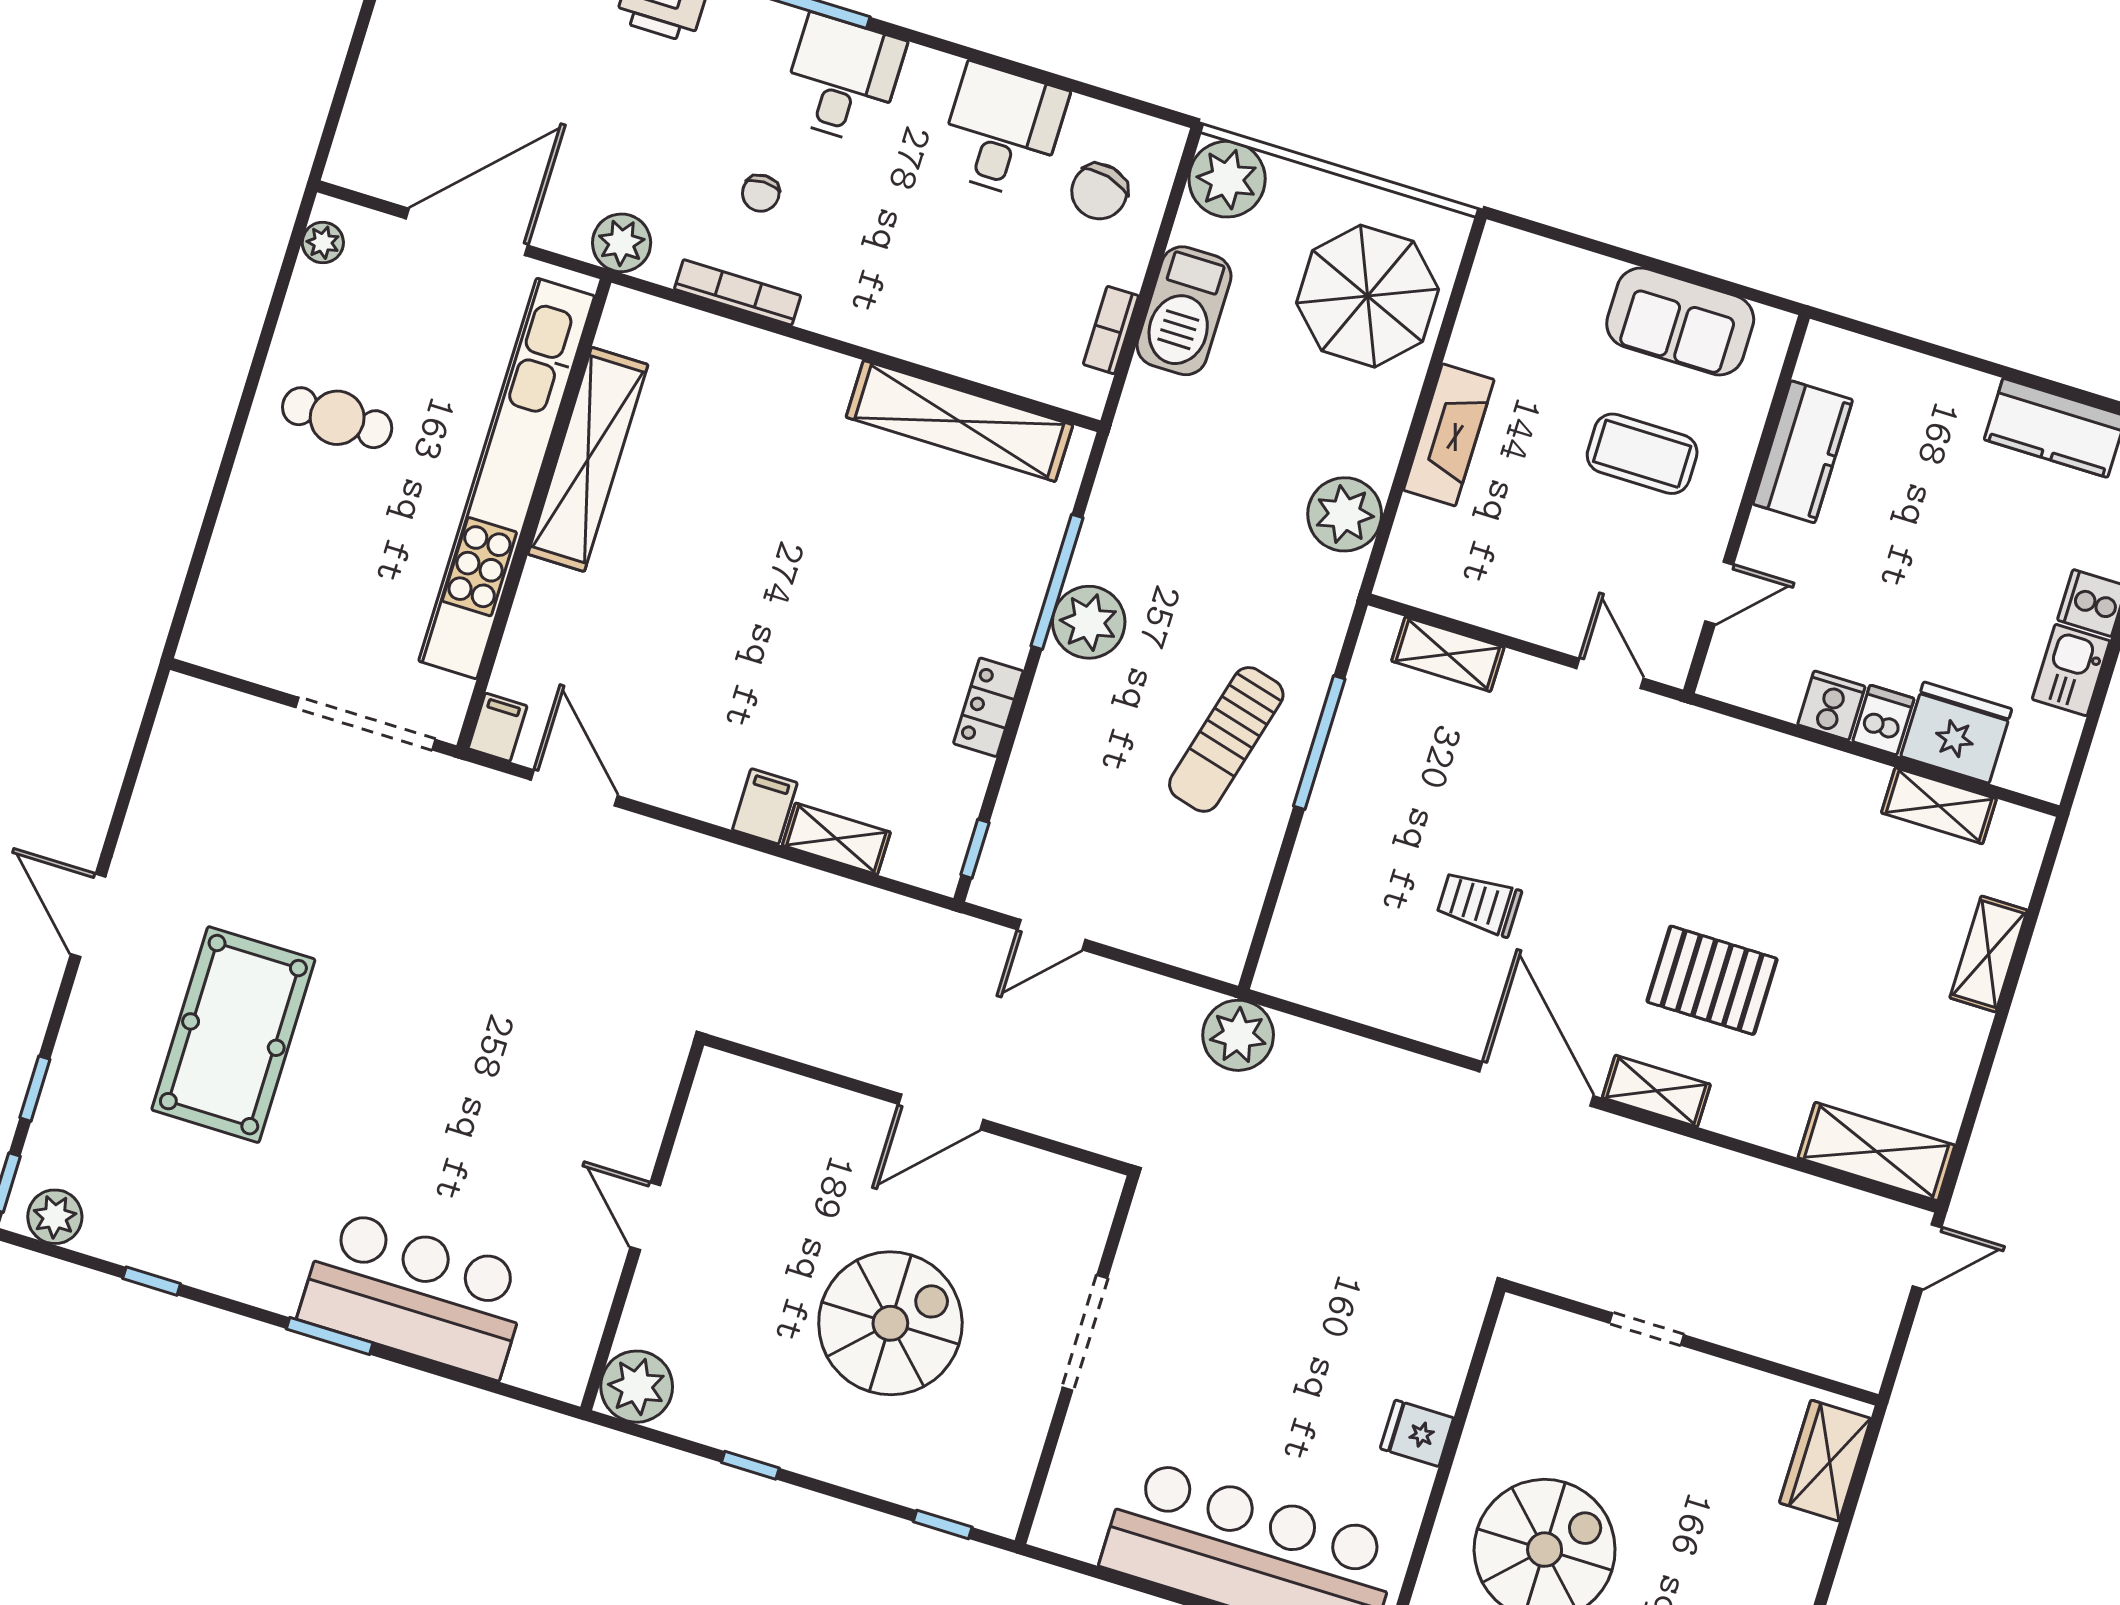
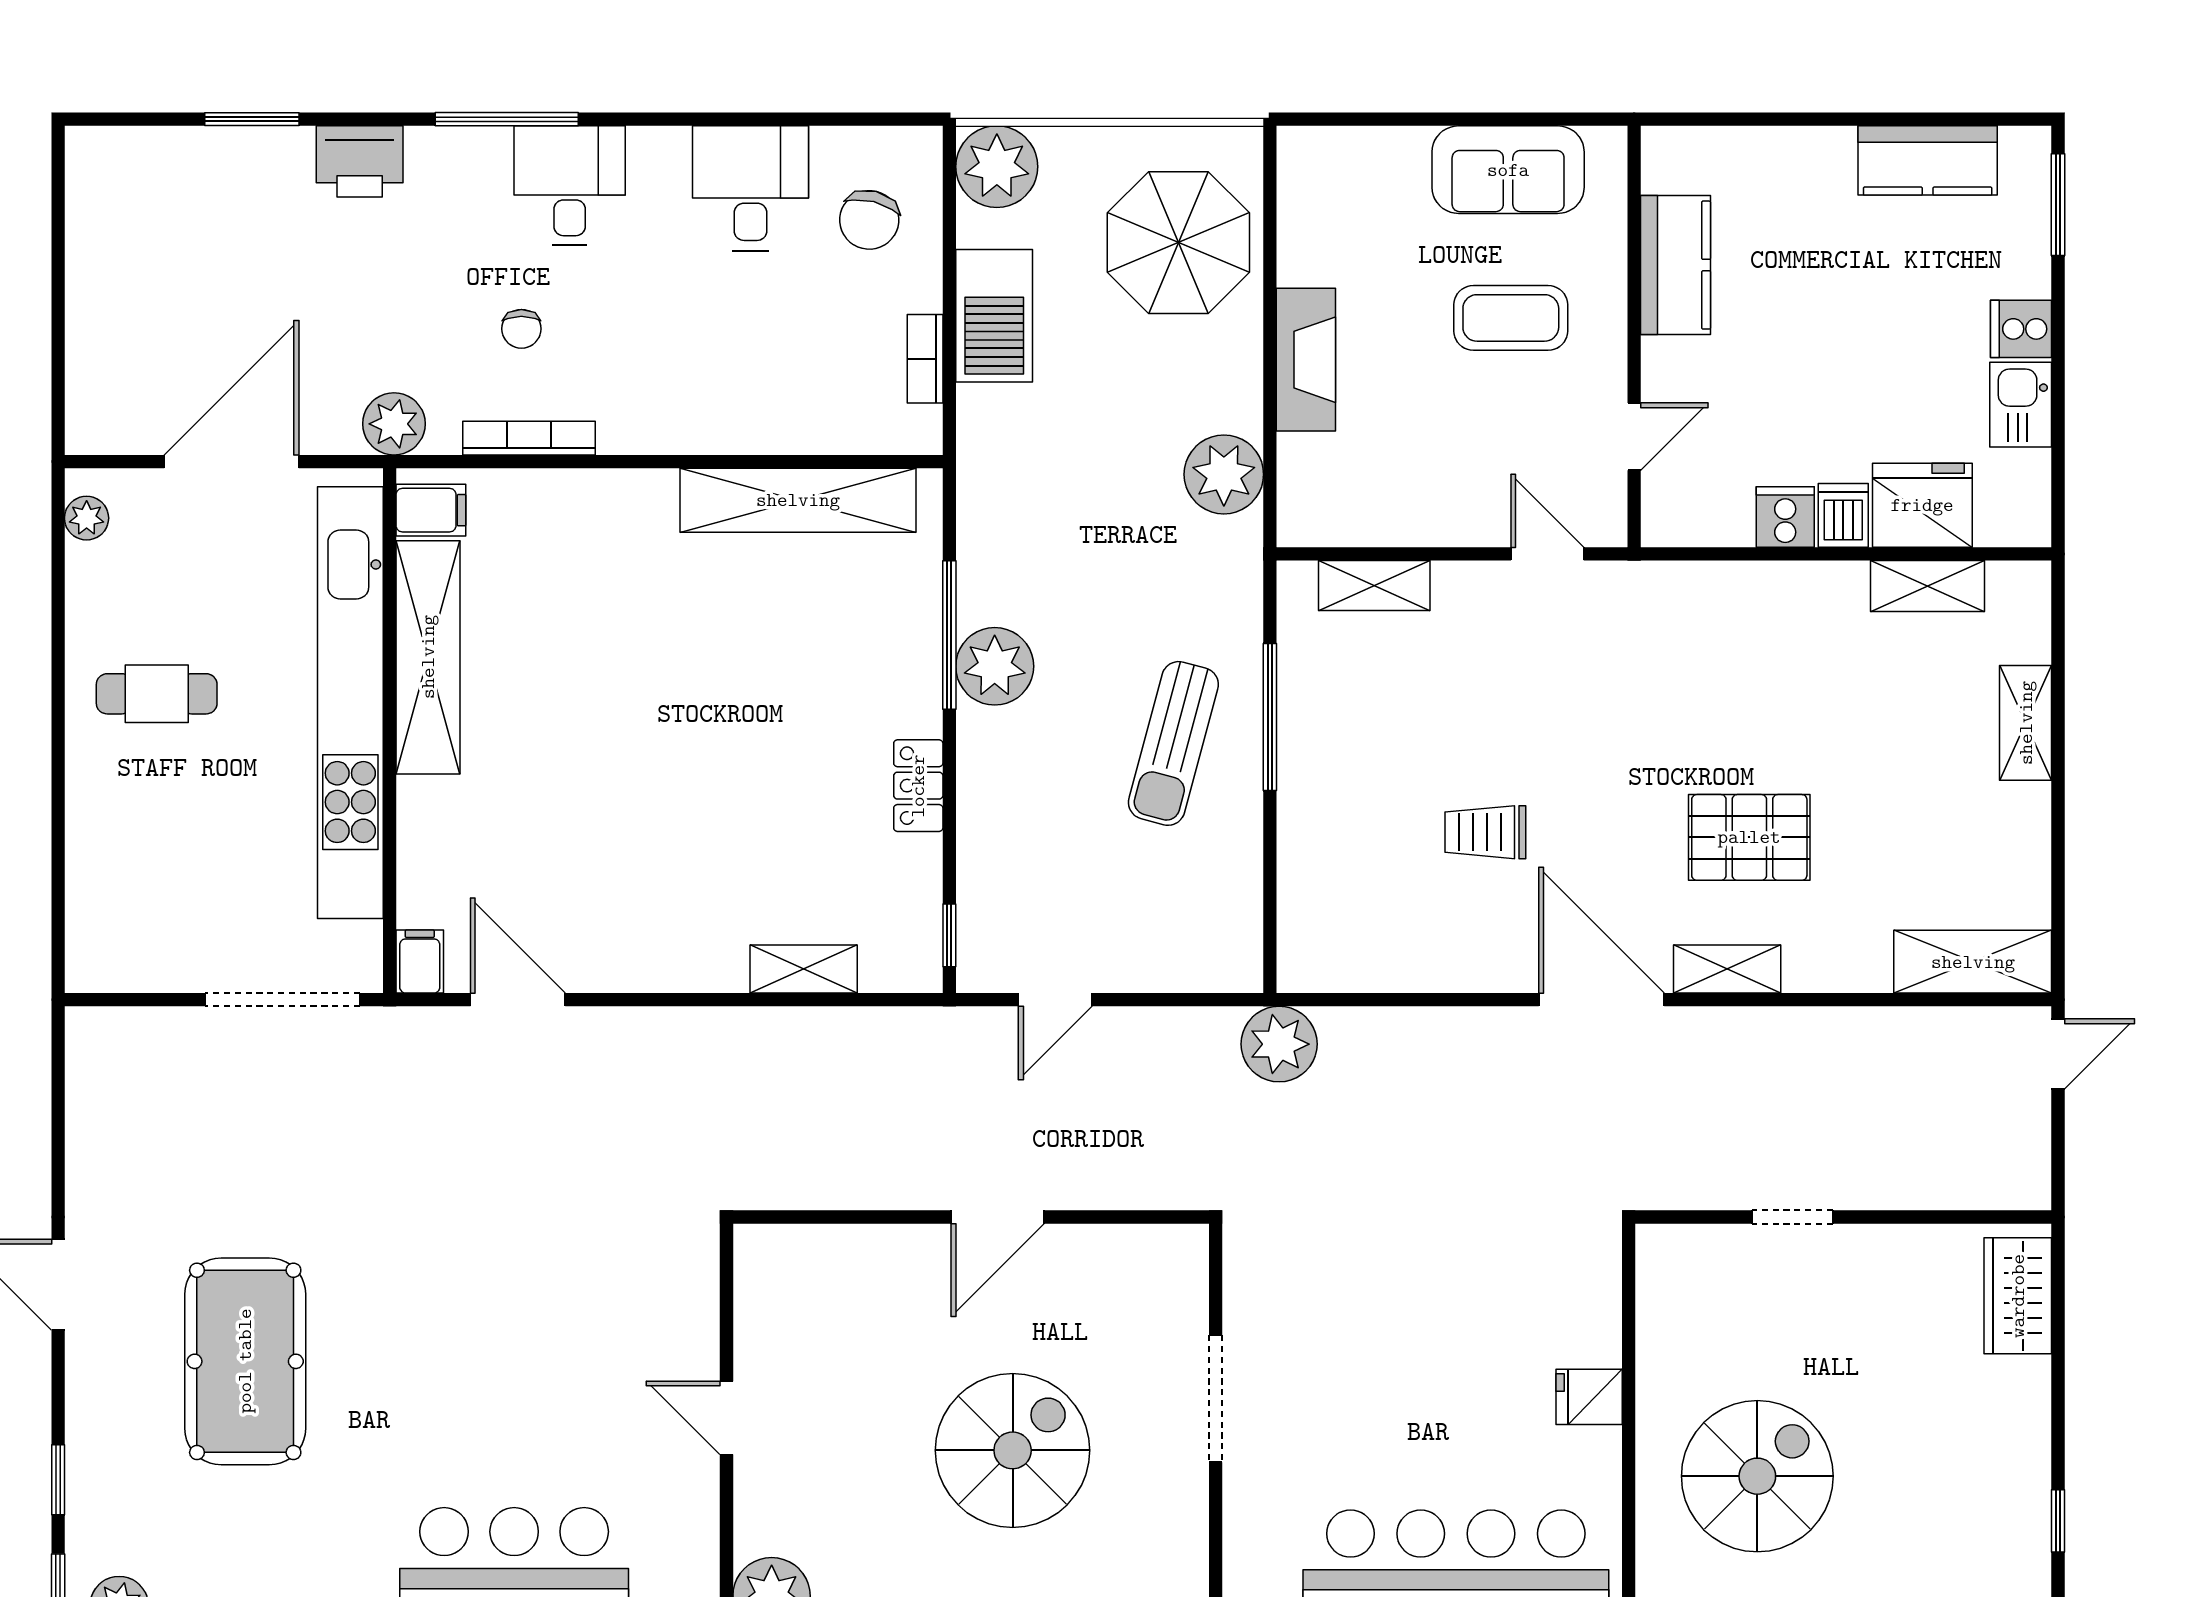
filing cabinet: (765, 806) -> (431, 510), moved, turned 90

